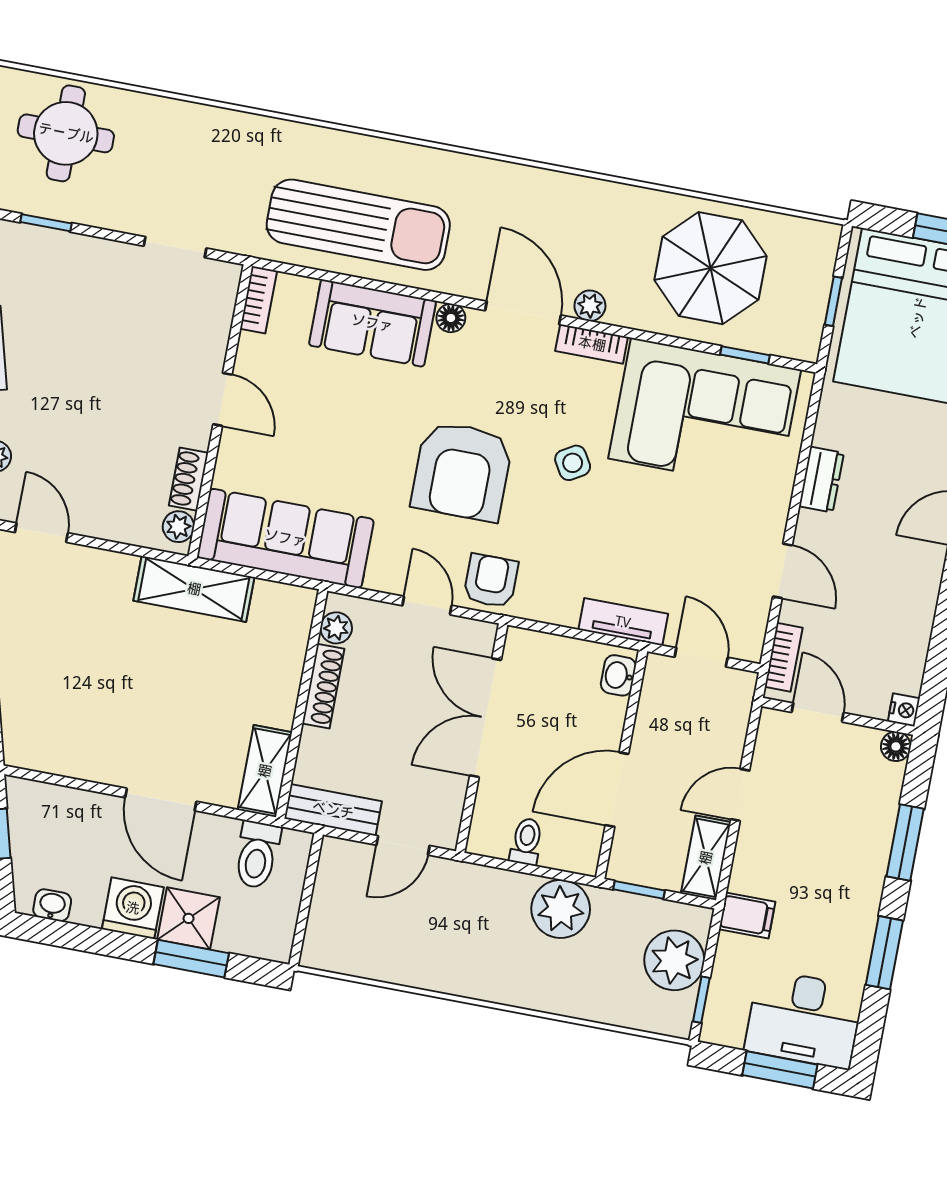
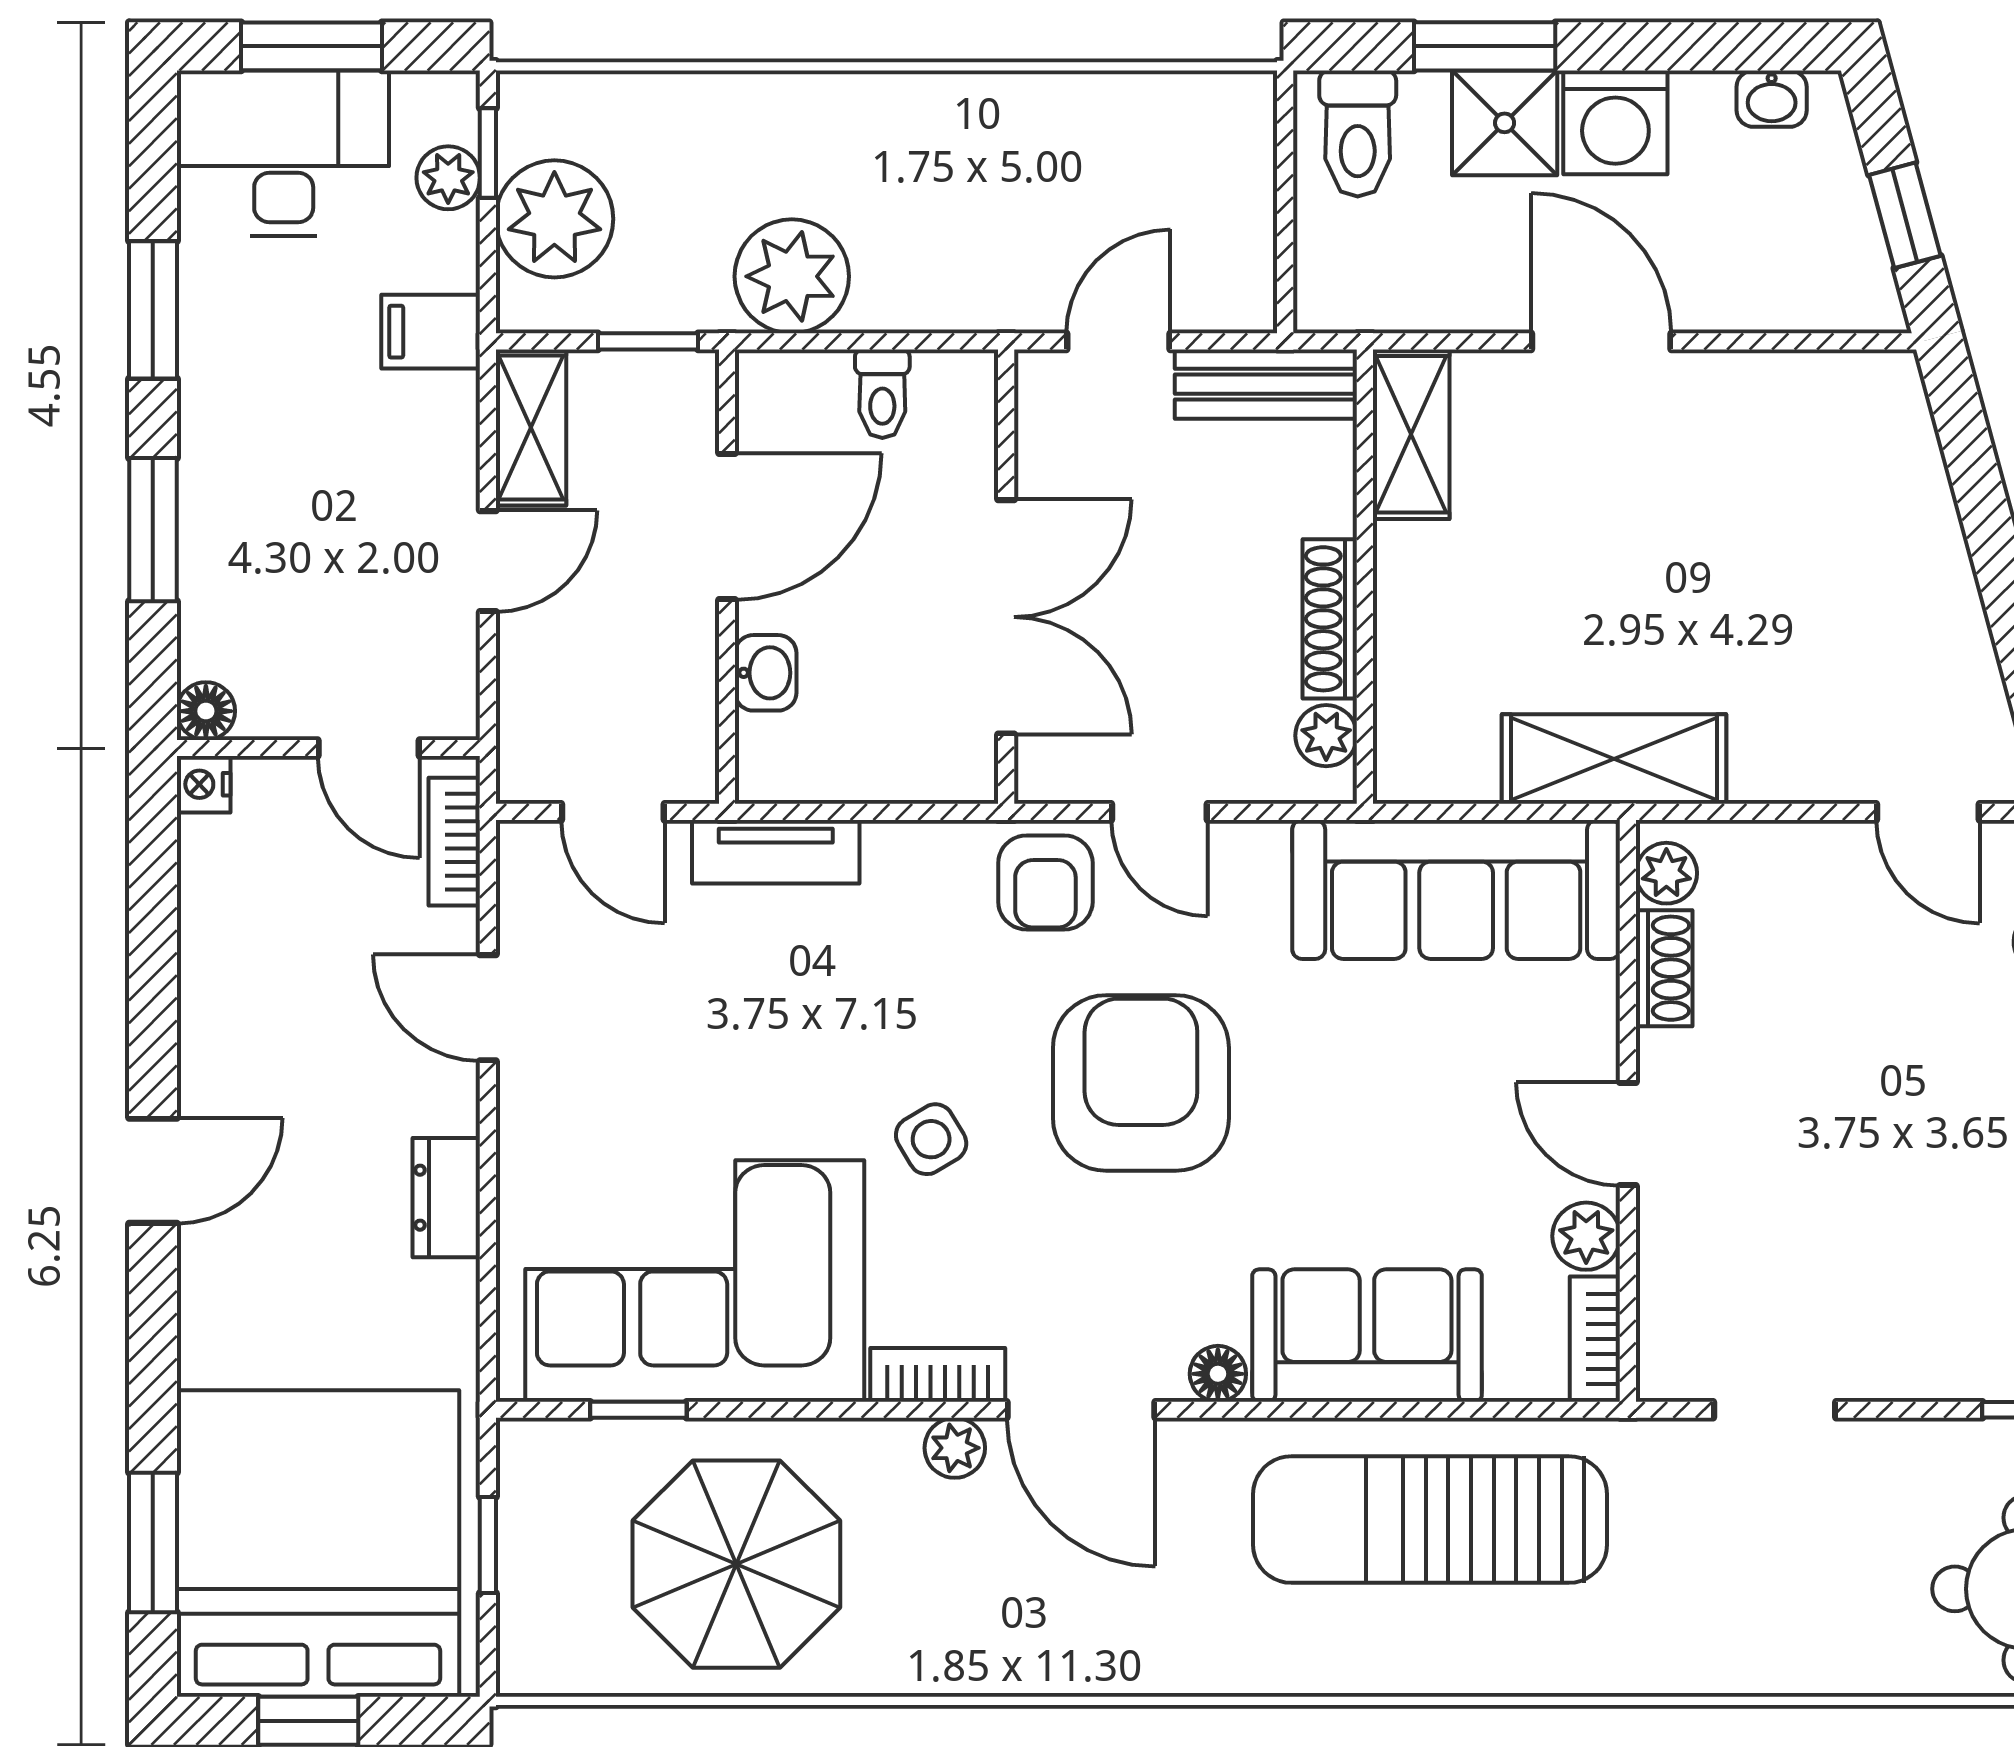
plant: (253, 352) -> (1586, 1236), added
washbasin: (618, 675) -> (766, 673), moved
toilet: (257, 855) -> (1358, 133), moved, turned 180
plant: (724, 991) -> (448, 178), added

